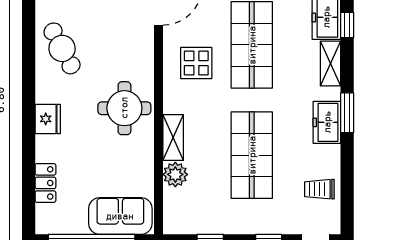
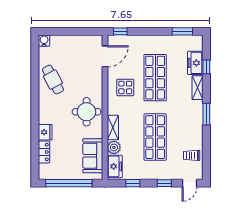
fridge: (48, 119) -> (45, 132), moved
freezer: (327, 122) -> (115, 166), moved, turned 180
sofa: (120, 216) -> (93, 156), moved, turned -90

